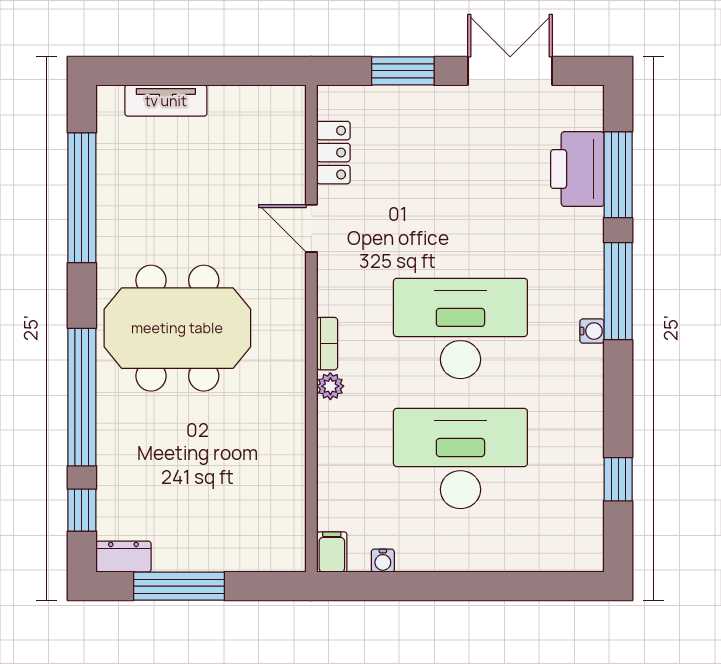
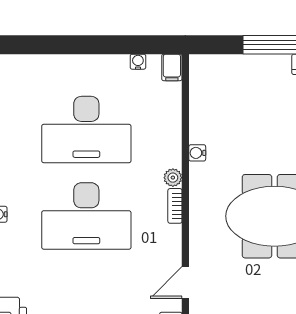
door: (311, 228) -> (185, 283), swing flipped
water cooler: (294, 423) -> (197, 153), added

